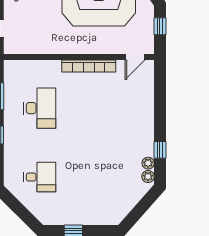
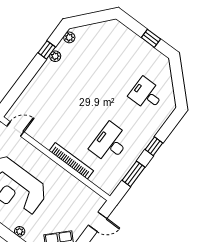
bookcase: (89, 66) -> (71, 161), moved
plant: (148, 163) -> (55, 56), moved

